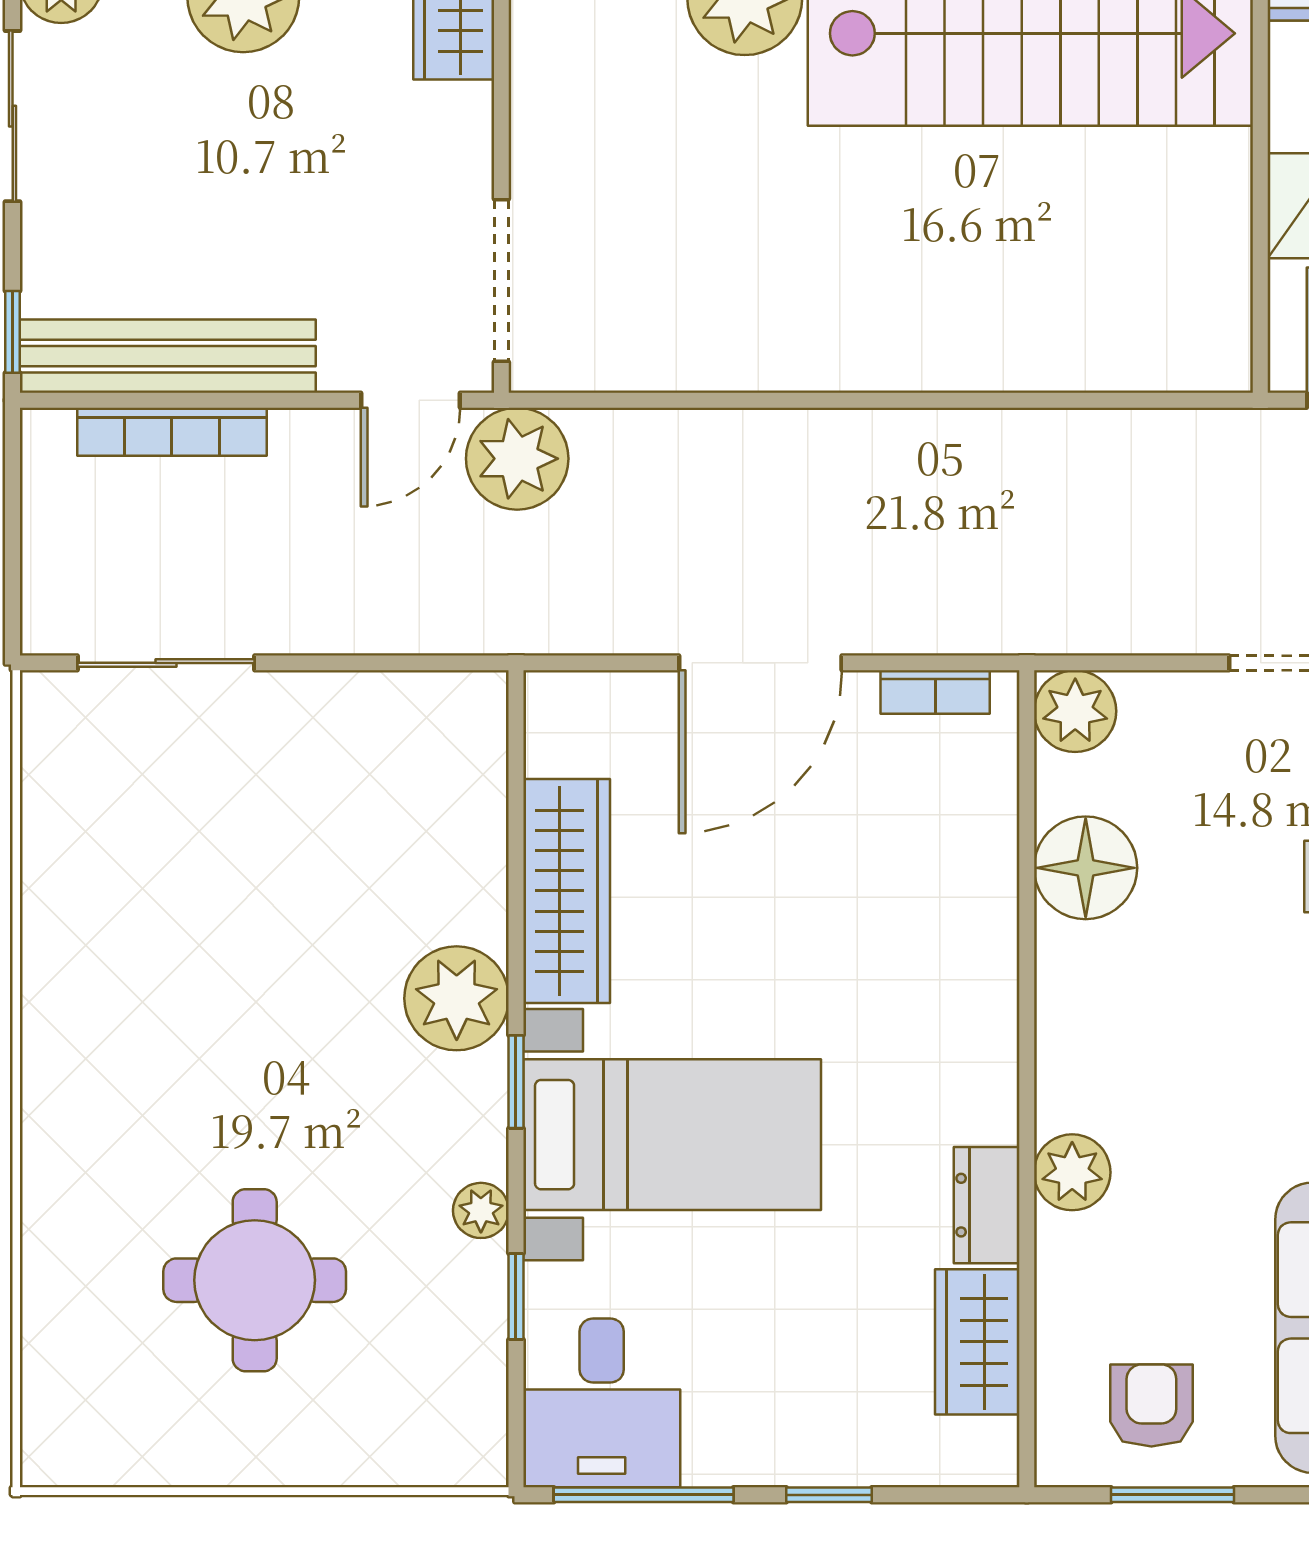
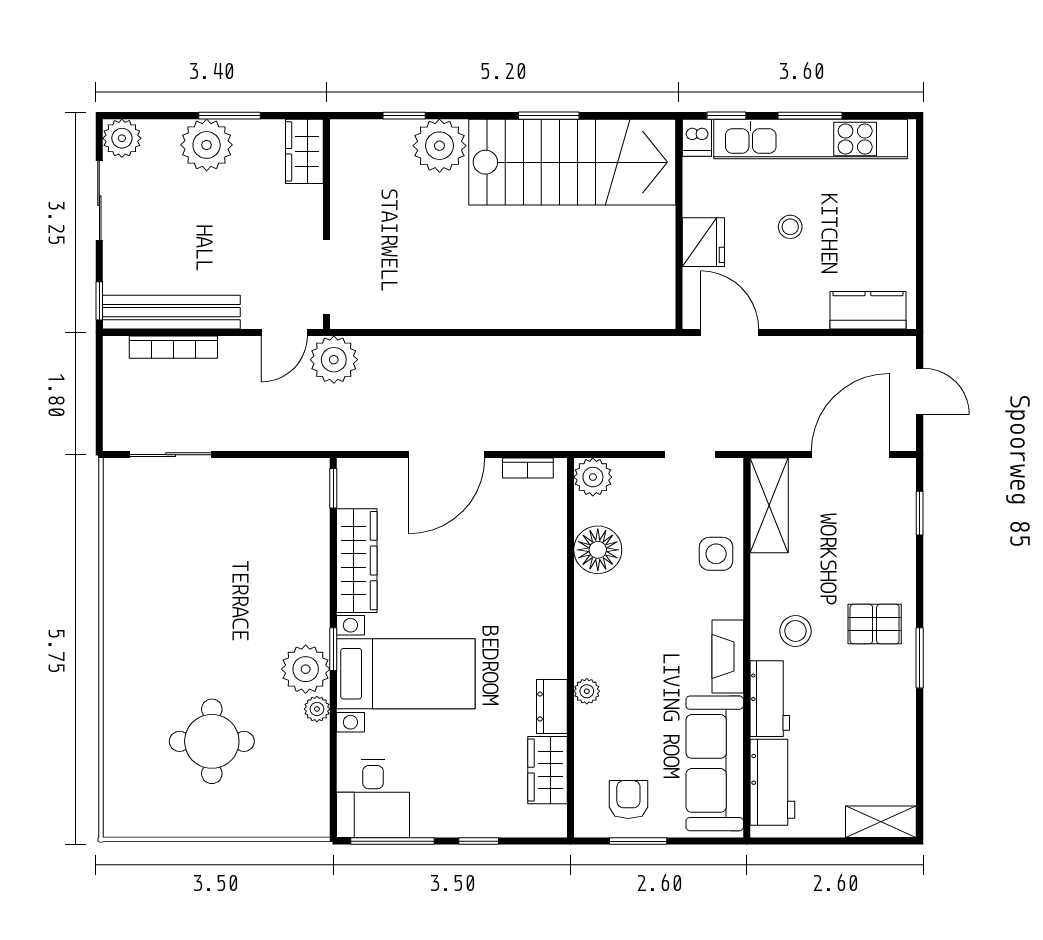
plant: (457, 998) -> (306, 669), moved
plant: (1072, 1172) -> (587, 691), width x0.73, depth x0.73
window: (516, 1296) -> (333, 488), moved

